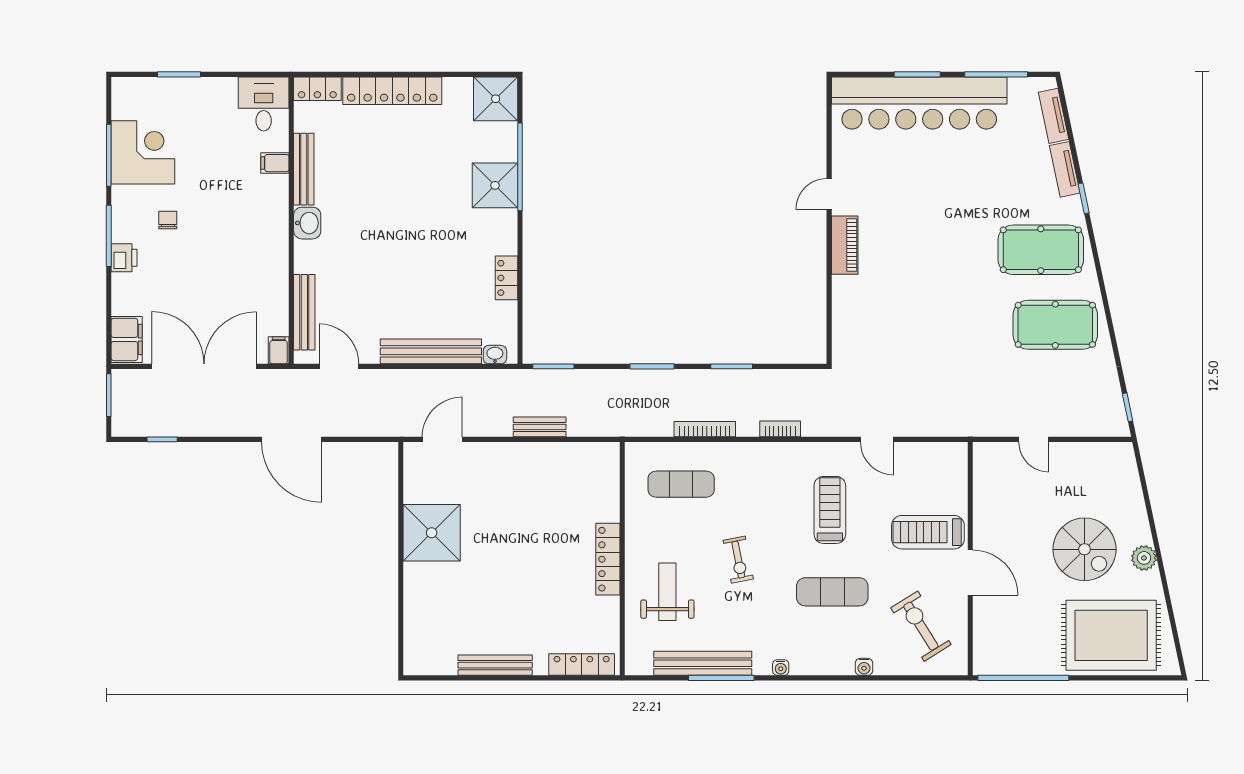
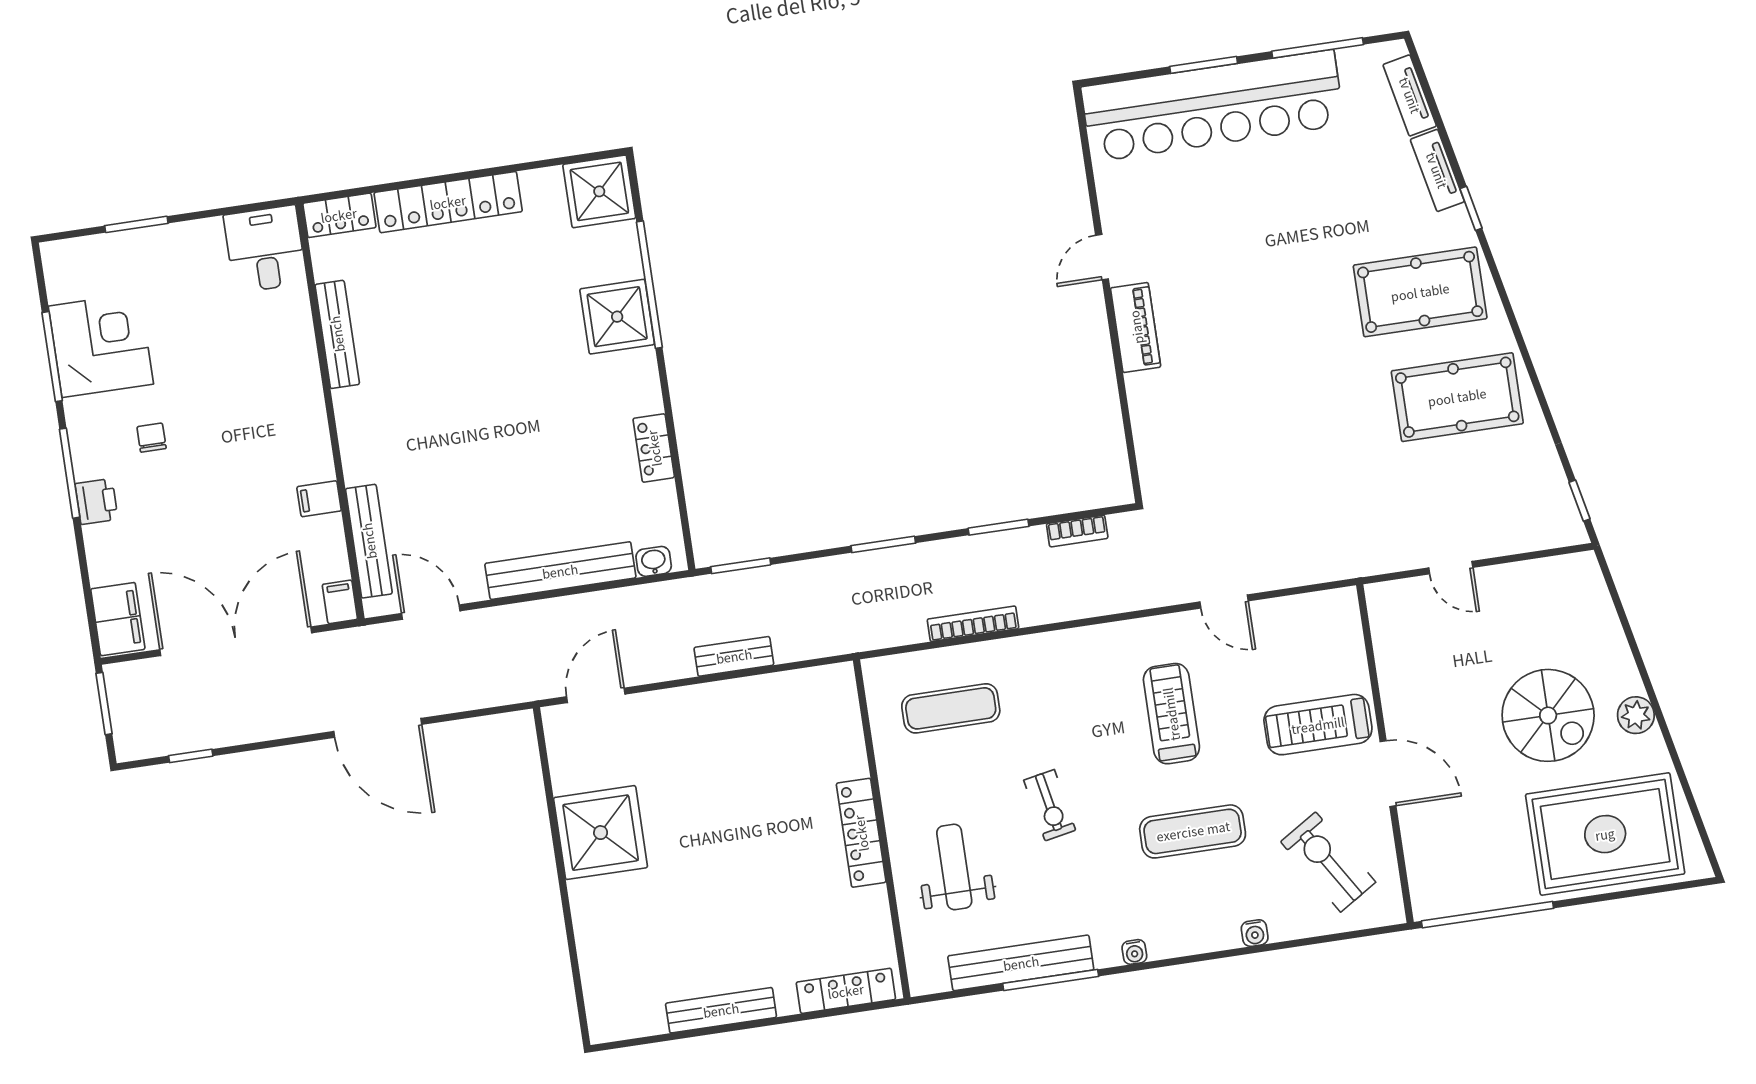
filing cabinet: (275, 163) -> (319, 499), moved
washbasin: (307, 223) -> (354, 412), removed
bookcase: (780, 429) -> (1077, 531), moved, turned 180

